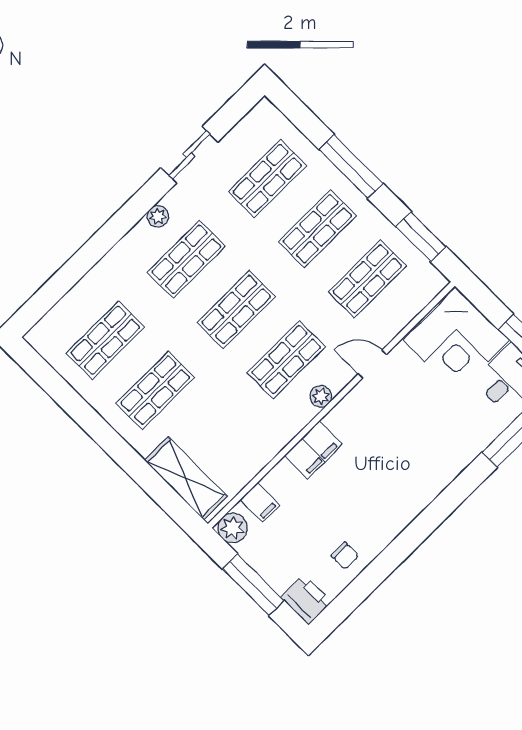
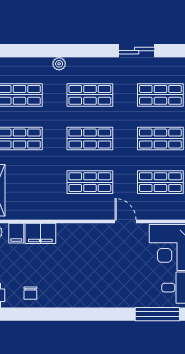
plant: (158, 216) -> (59, 64), moved
plant: (321, 396) -> (89, 213), removed
filing cabinet: (313, 450) -> (40, 233), moved

